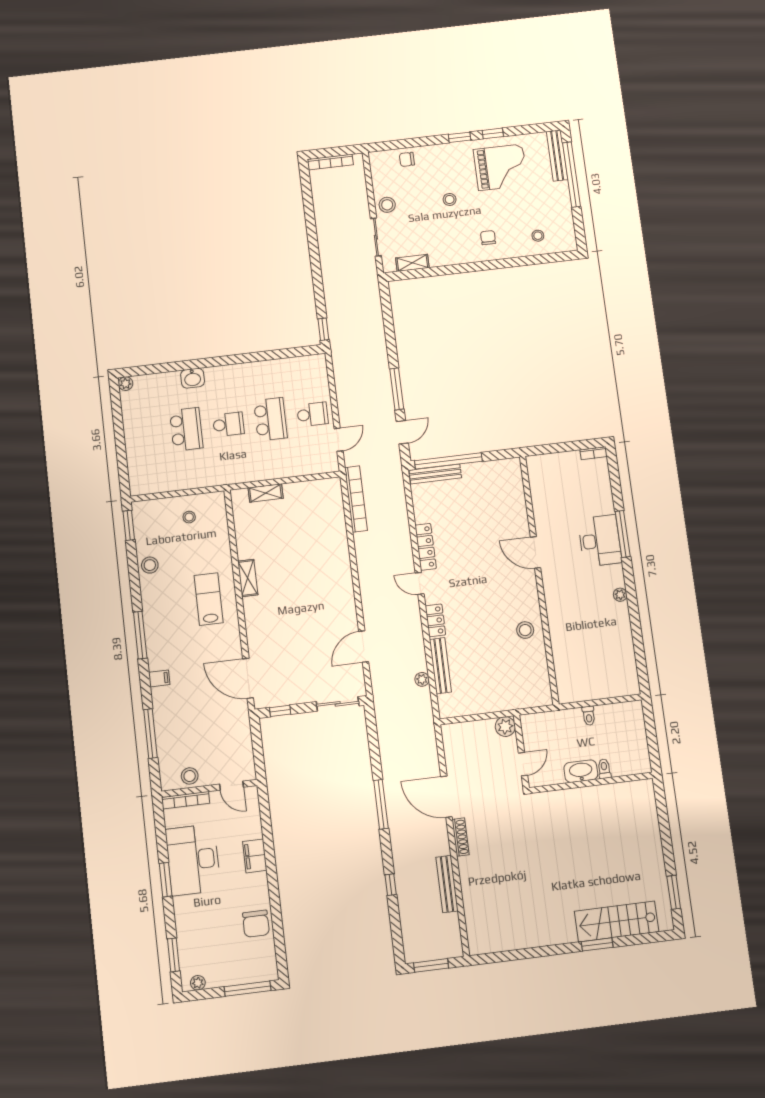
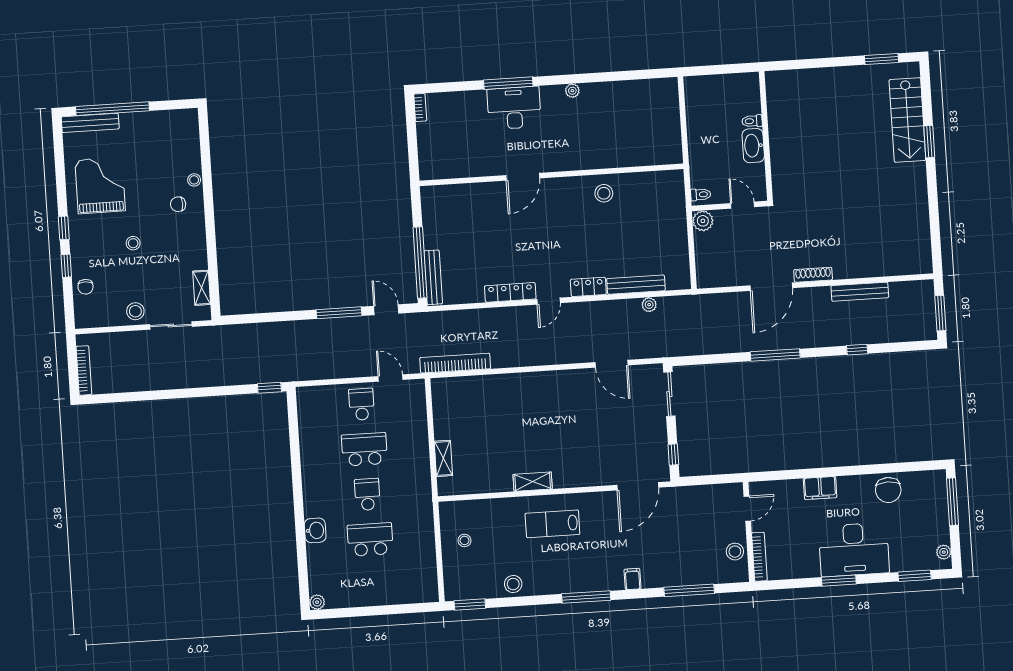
window: (493, 133) -> (66, 266), moved
stool: (538, 236) -> (194, 180), moved
toilet: (589, 716) -> (701, 195), moved
desk: (193, 860) -> (854, 549), moved
chair: (256, 924) -> (888, 490), turned 90

